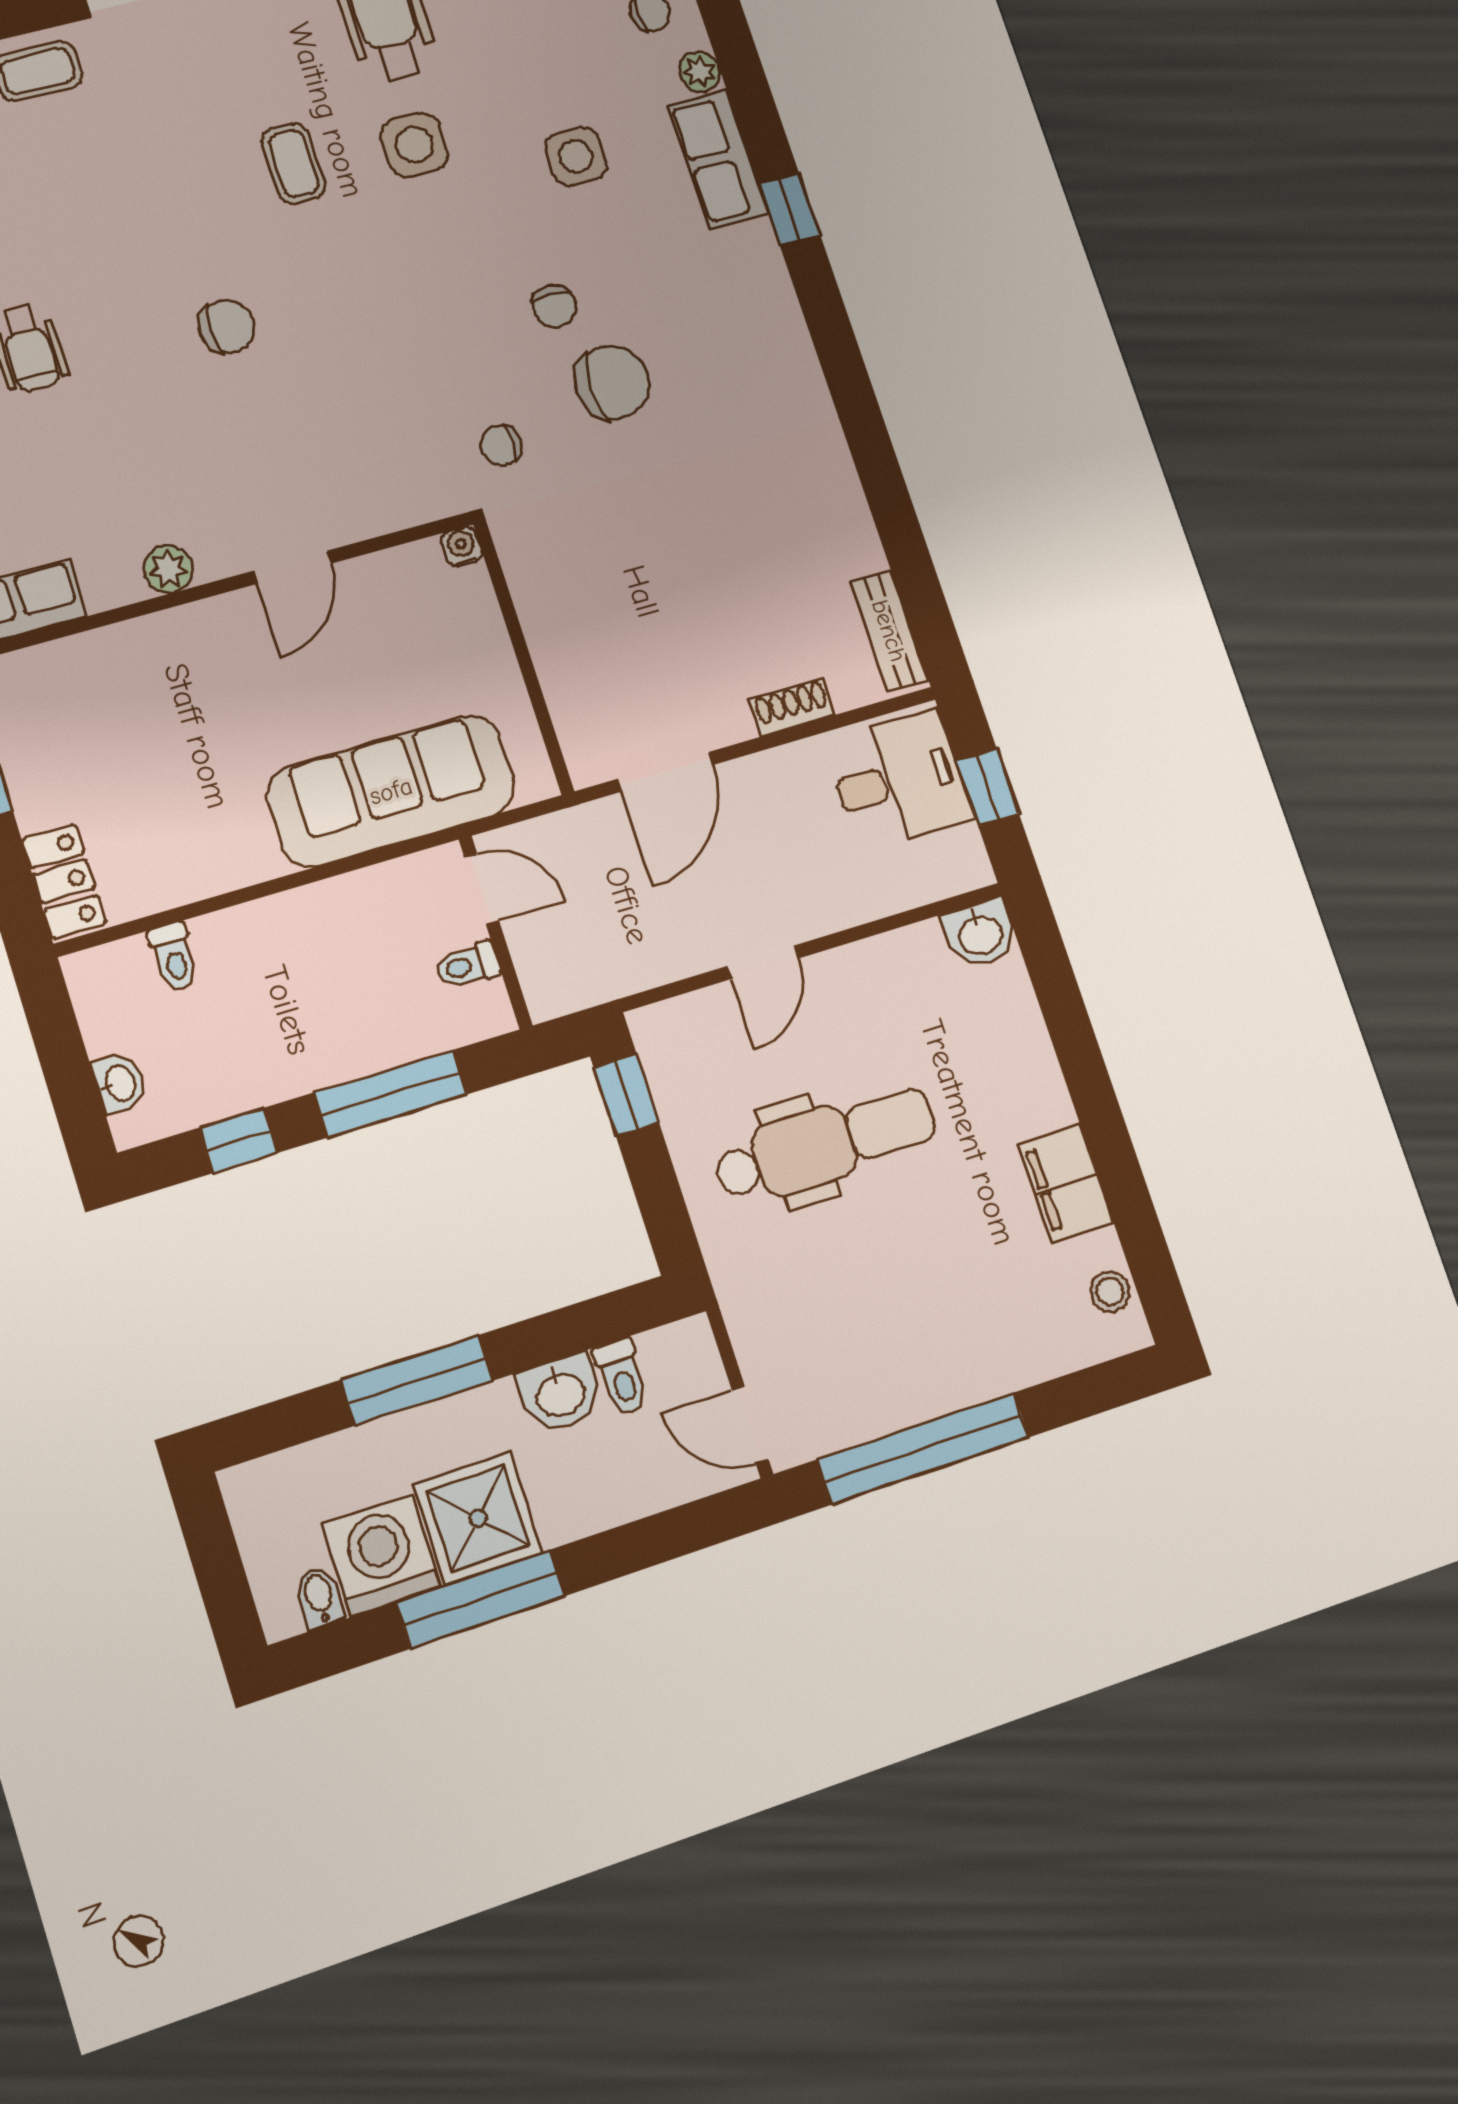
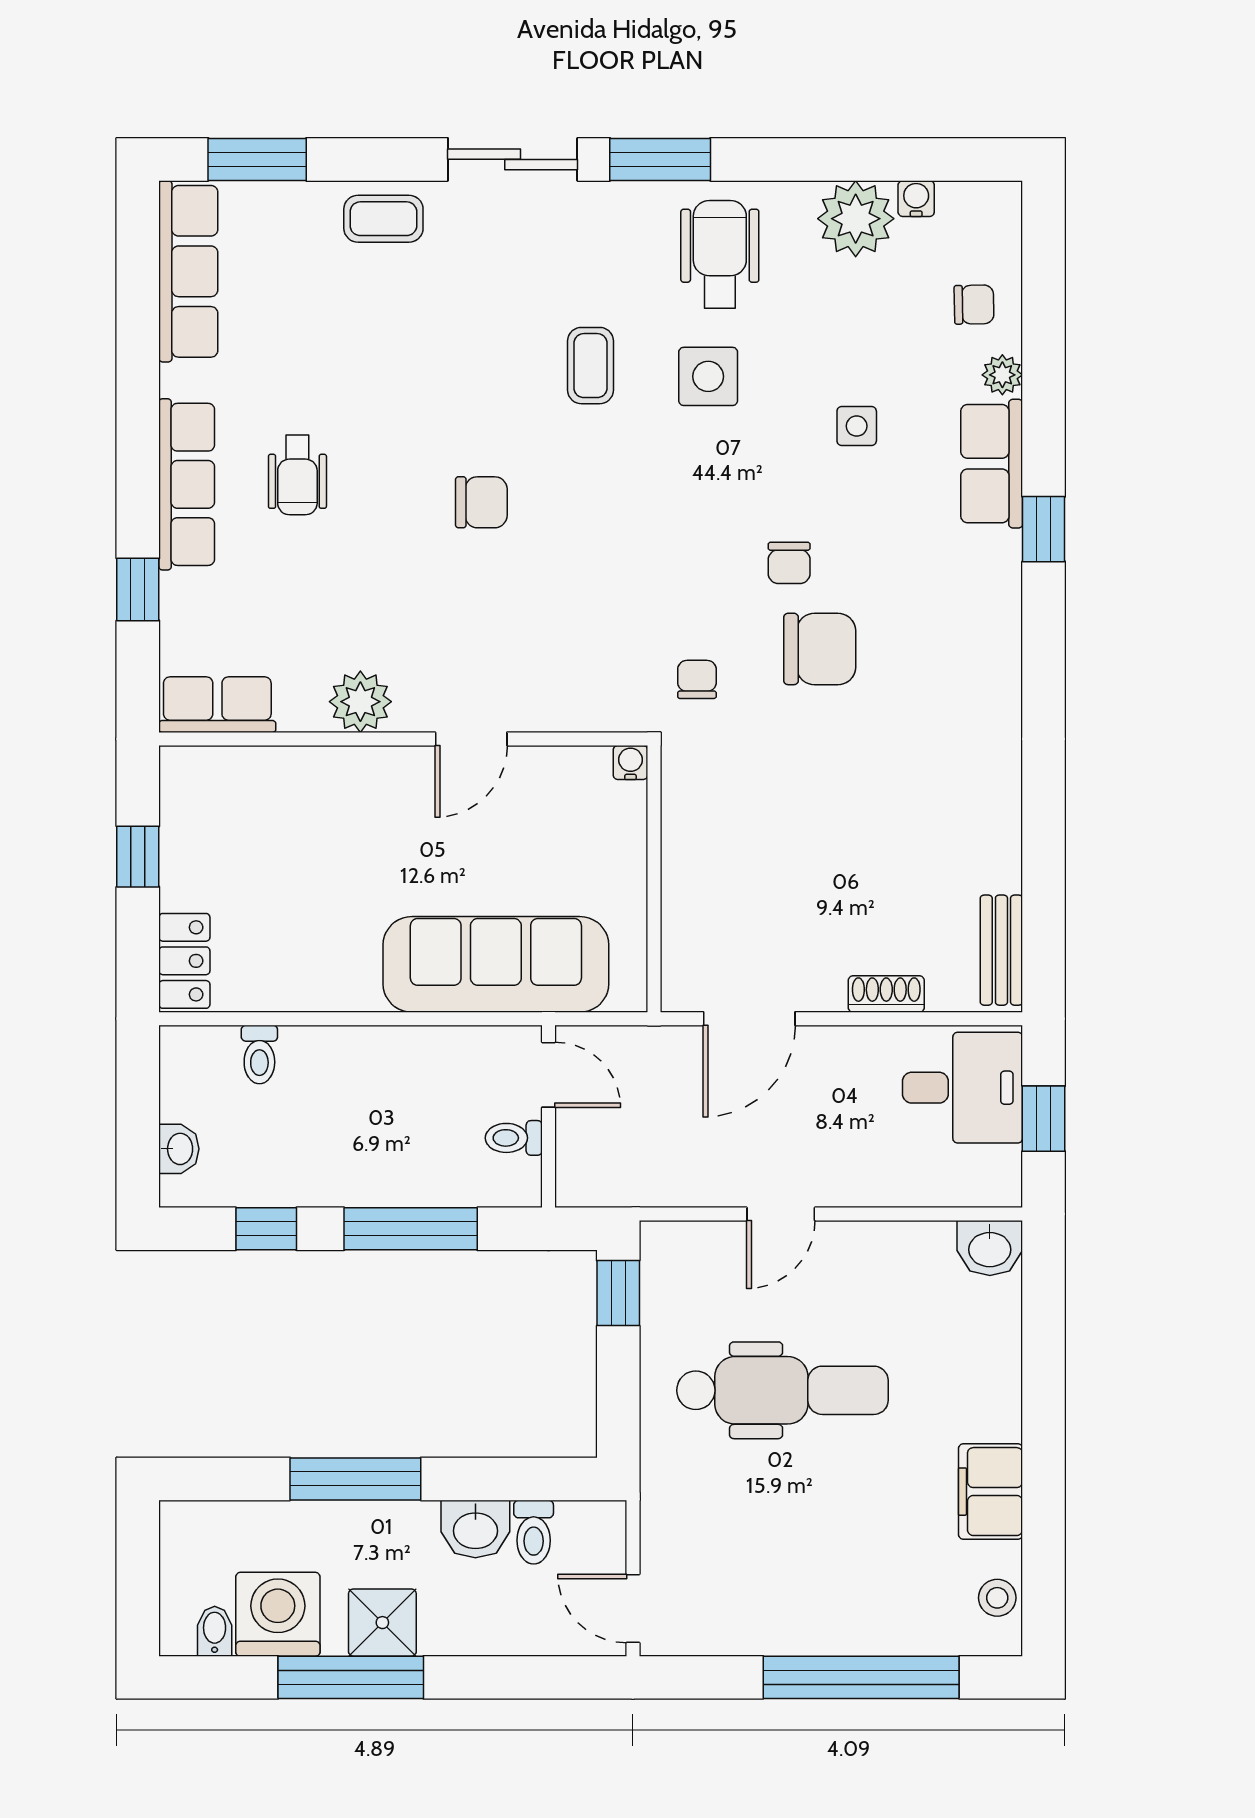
side table: (576, 156) -> (857, 426), width x0.73, depth x0.73
chair: (501, 445) -> (697, 679), turned 90
plant: (169, 569) -> (360, 702), width x1.38, depth x1.38
window: (923, 1448) -> (861, 1677), moved
shower: (478, 1518) -> (382, 1623), width x0.73, depth x0.73

